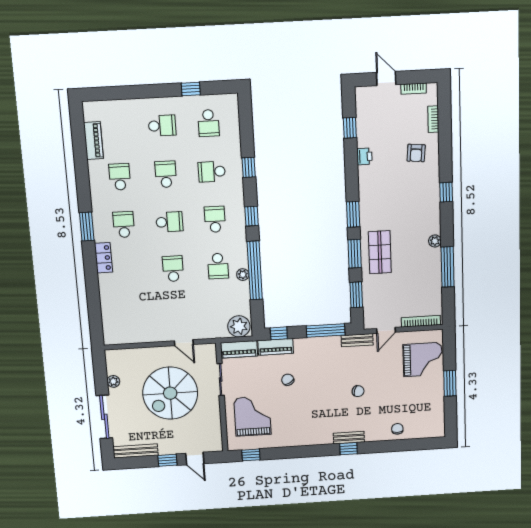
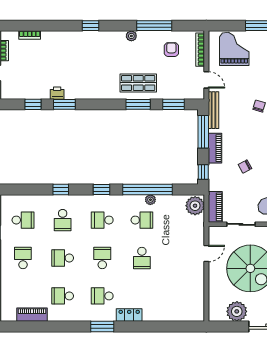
armchair: (416, 153) -> (171, 50), moved, turned -95
window: (353, 214) -> (64, 104), moved
school desk: (173, 269) -> (142, 258), turned -90
bench: (357, 340) -> (213, 110), width x1.36
piano: (276, 347) -> (215, 148), moved
plant: (113, 381) -> (237, 311), width x1.88, depth x1.88

